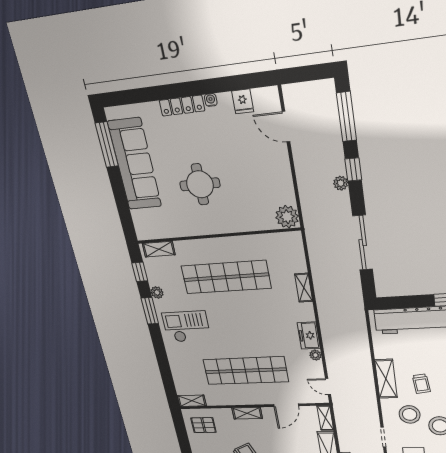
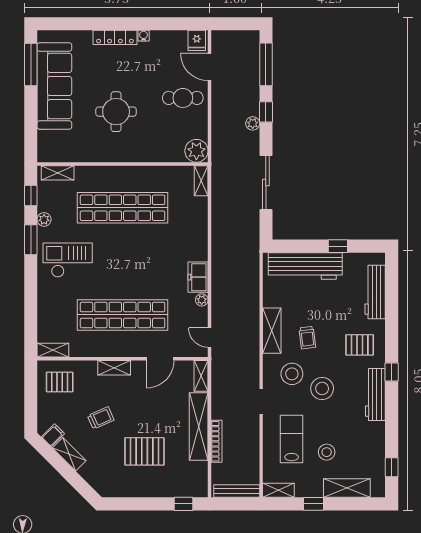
fridge: (243, 101) -> (197, 40), moved
cafe table: (264, 163) -> (183, 98), added
shelving: (304, 288) -> (201, 181), moved

